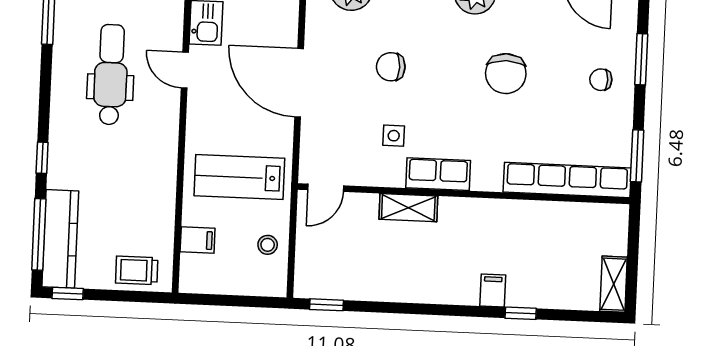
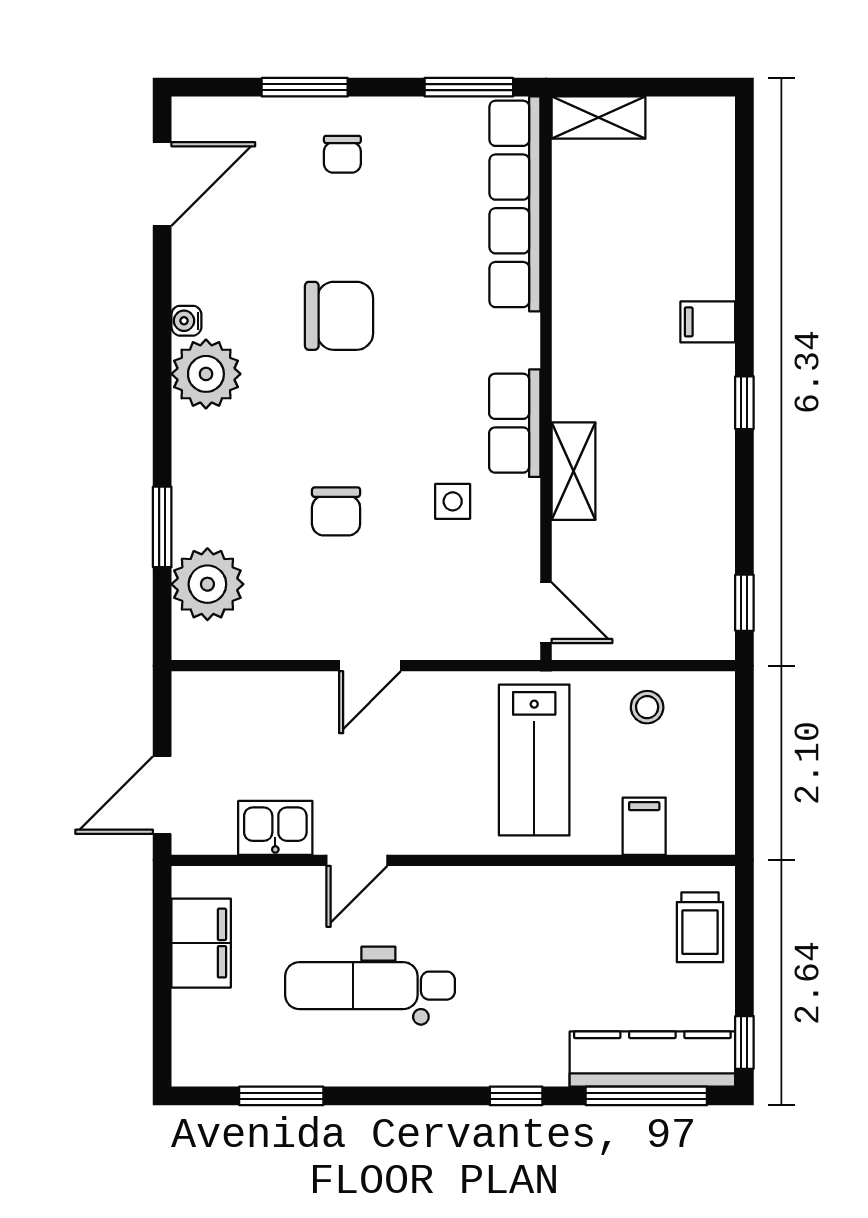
door: (299, 83) -> (370, 666), width x0.53
shelving: (614, 284) -> (599, 118), moved
window: (521, 313) -> (744, 403), moved

